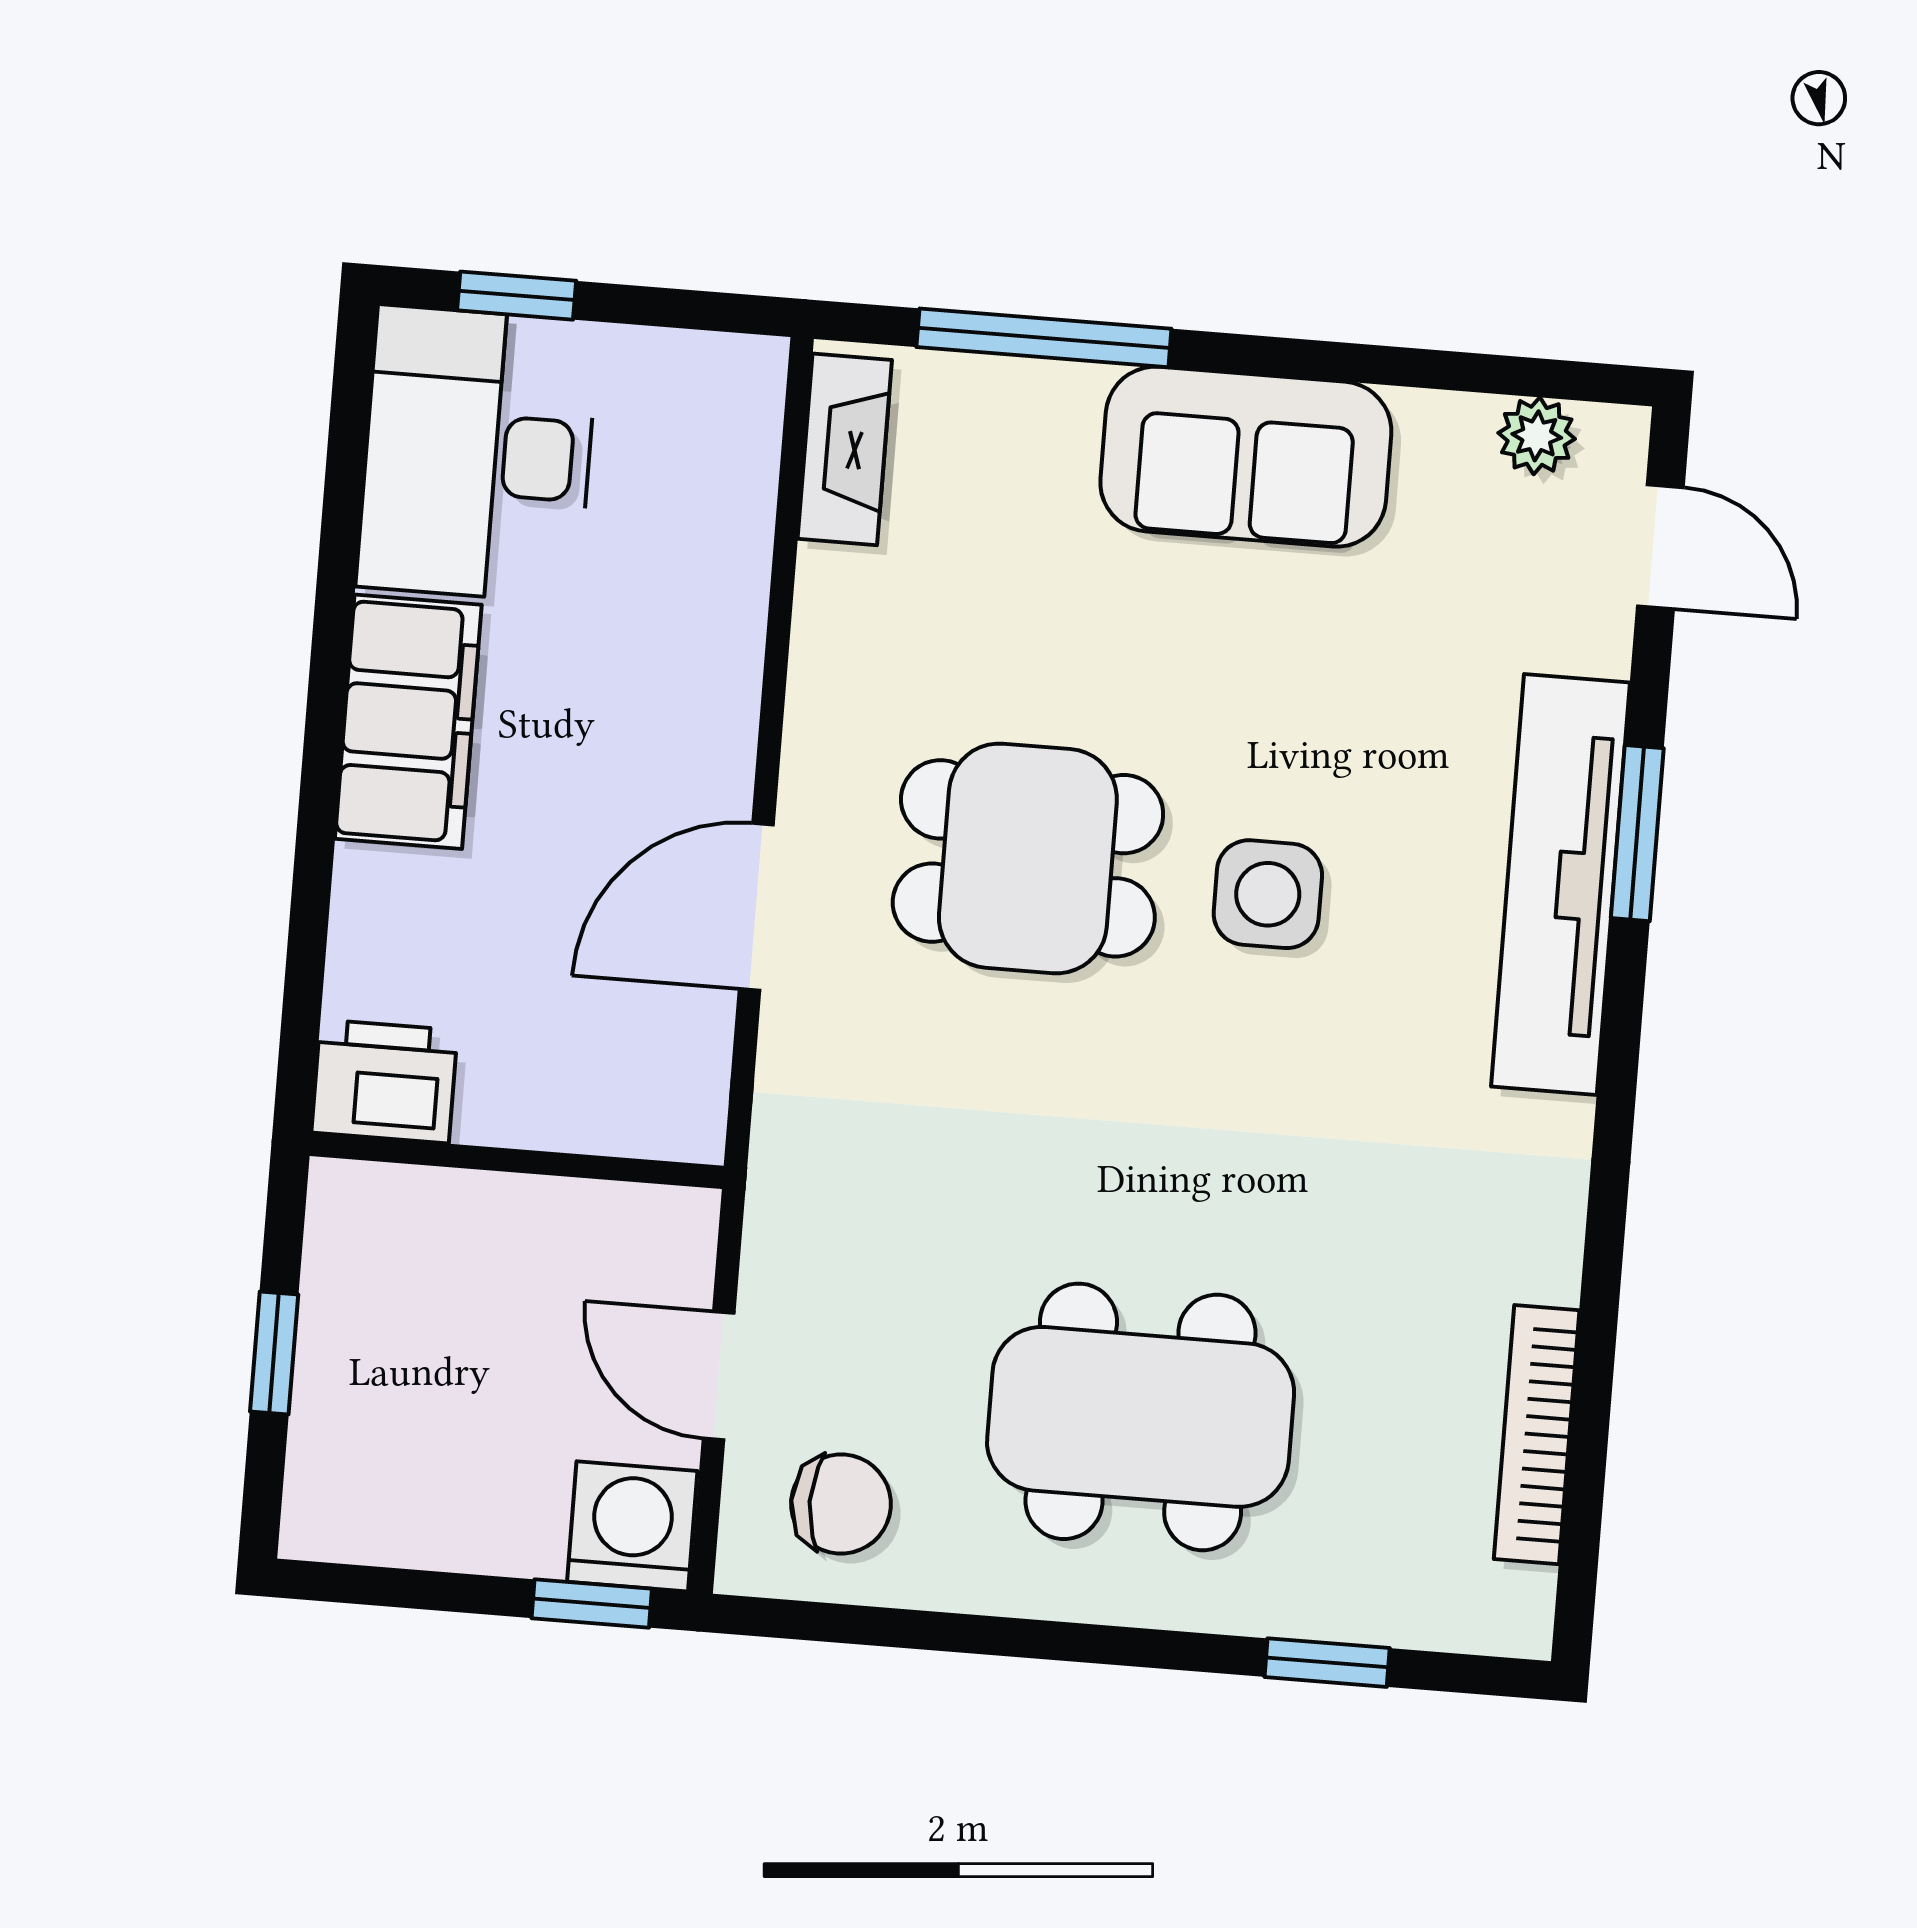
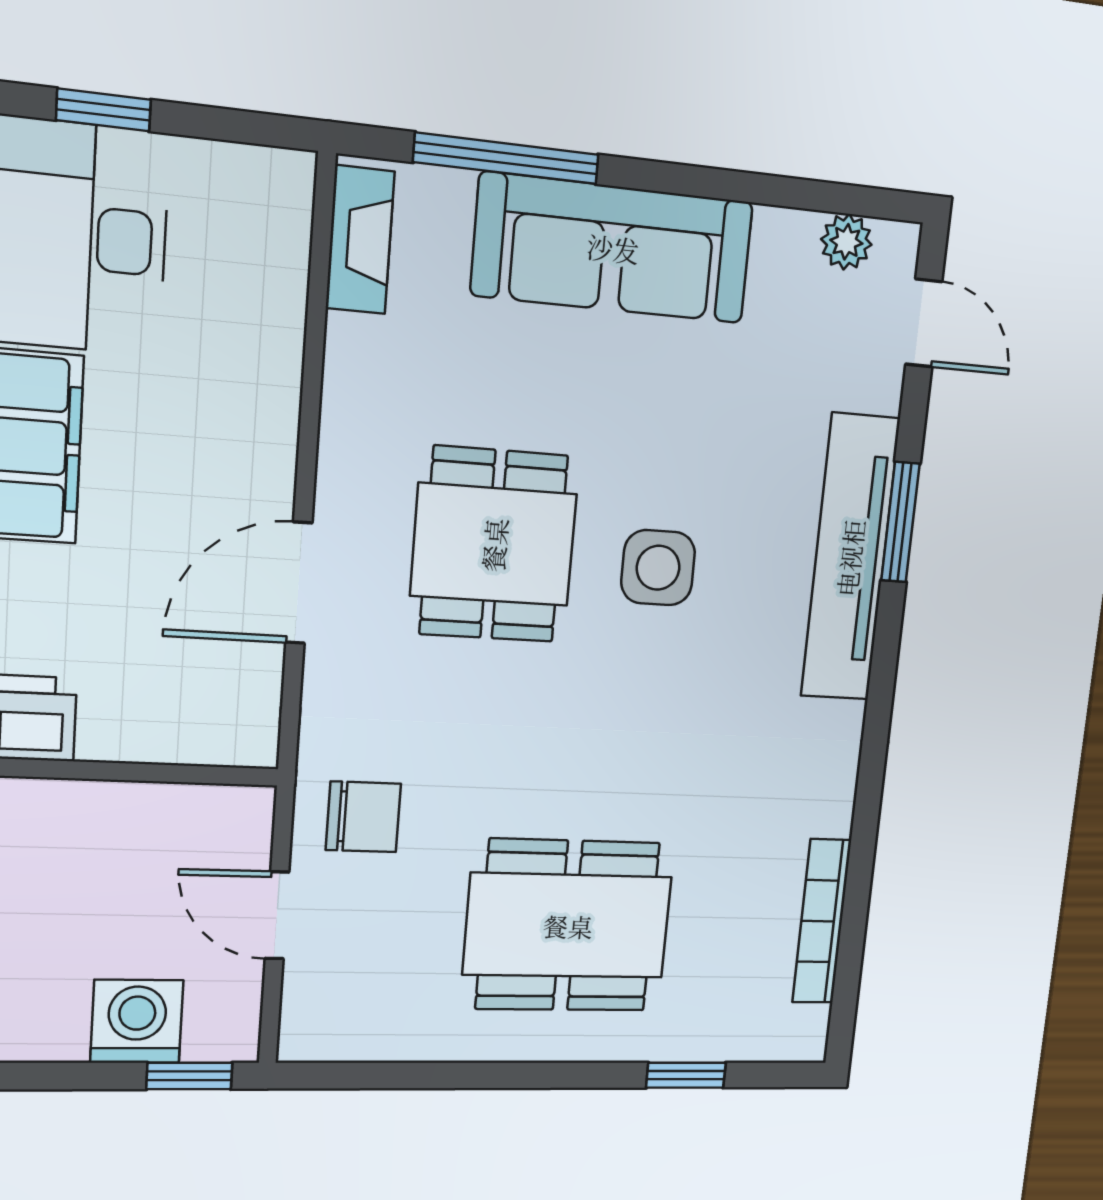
sofa: (1246, 457) -> (613, 248), width x1.36
dining table: (1028, 858) -> (494, 545), turned 90
chair: (841, 1504) -> (363, 817), moved
washing machine: (632, 1526) -> (137, 1021), moved

